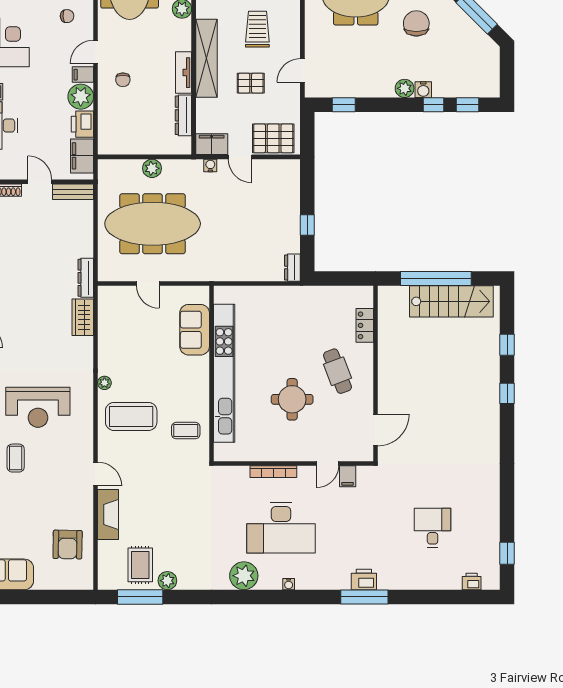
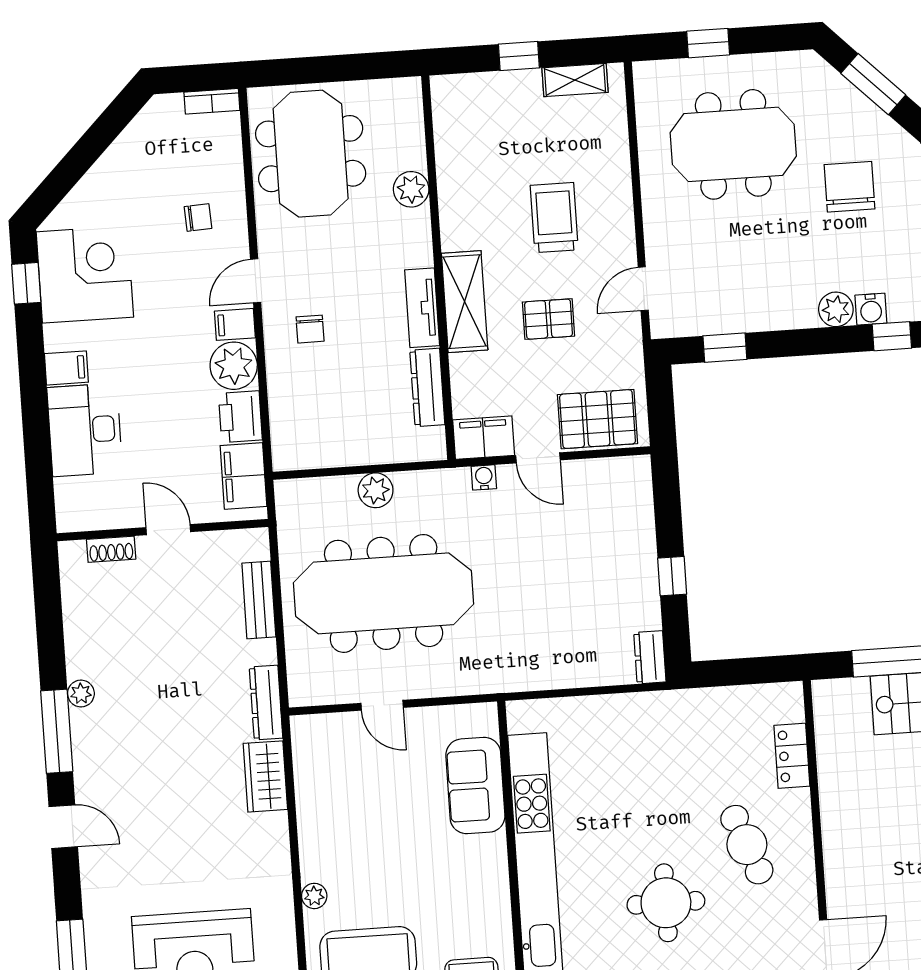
shelving: (206, 58) -> (465, 302), width x0.68
bench: (73, 192) -> (259, 600), moved, turned 90

